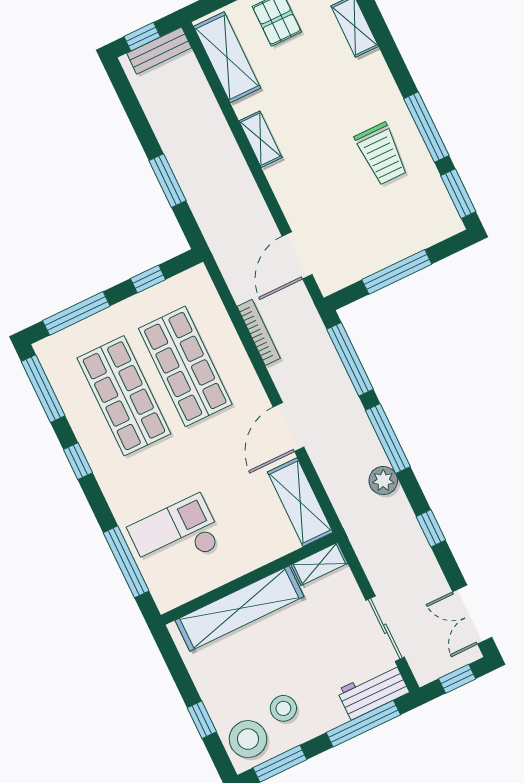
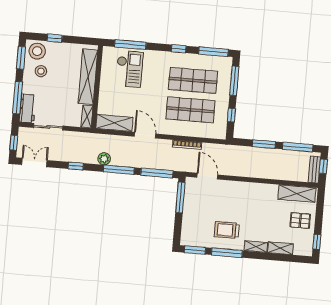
window: (134, 110) -> (298, 147), added
shelving: (260, 139) -> (256, 247), moved
window: (397, 272) -> (180, 198), moved

